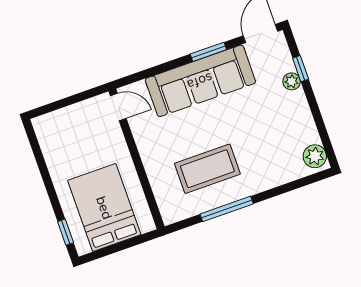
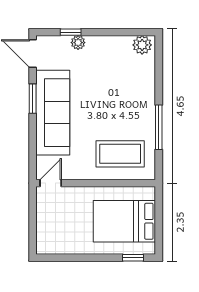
coffee table: (207, 169) -> (120, 154), moved, turned 90

